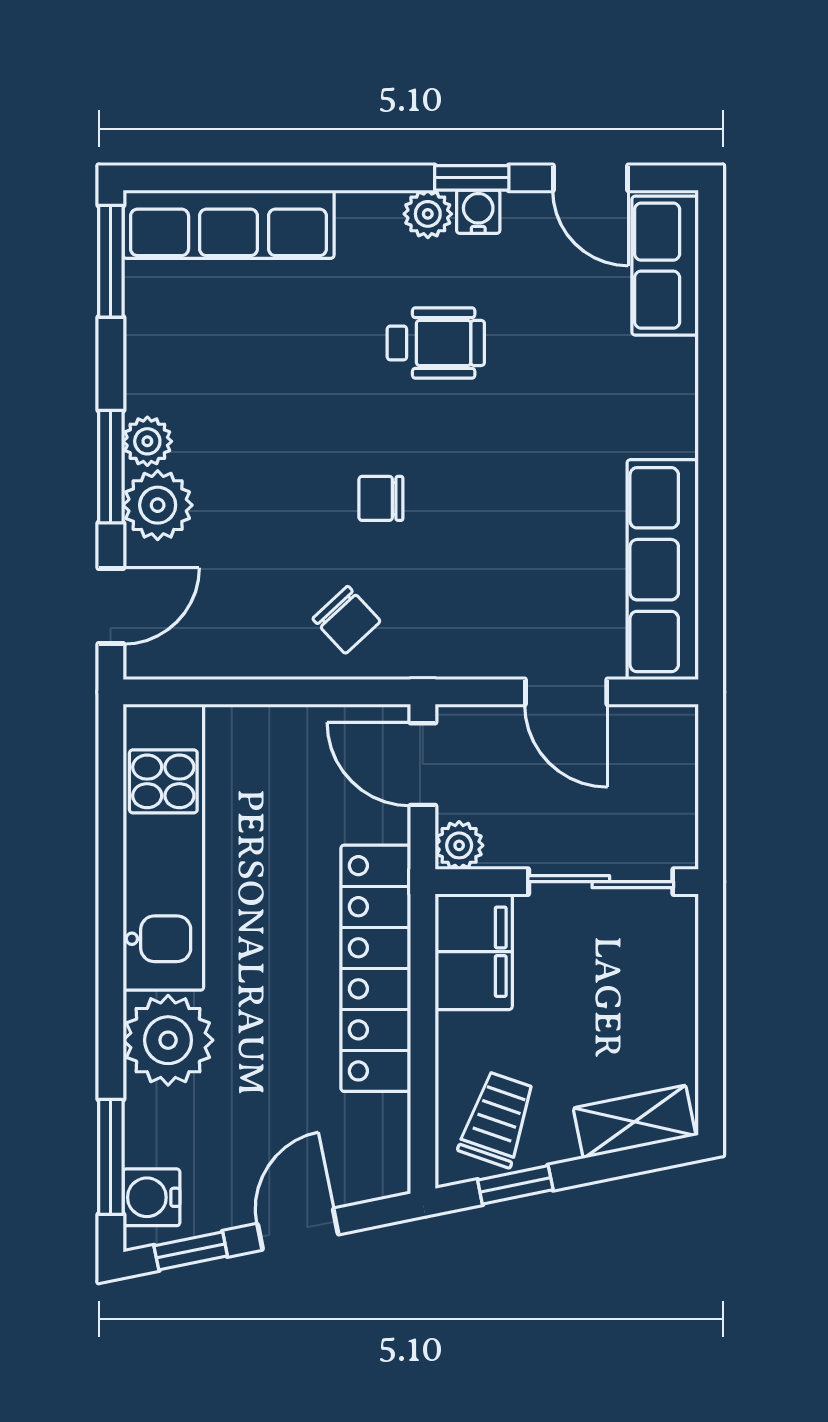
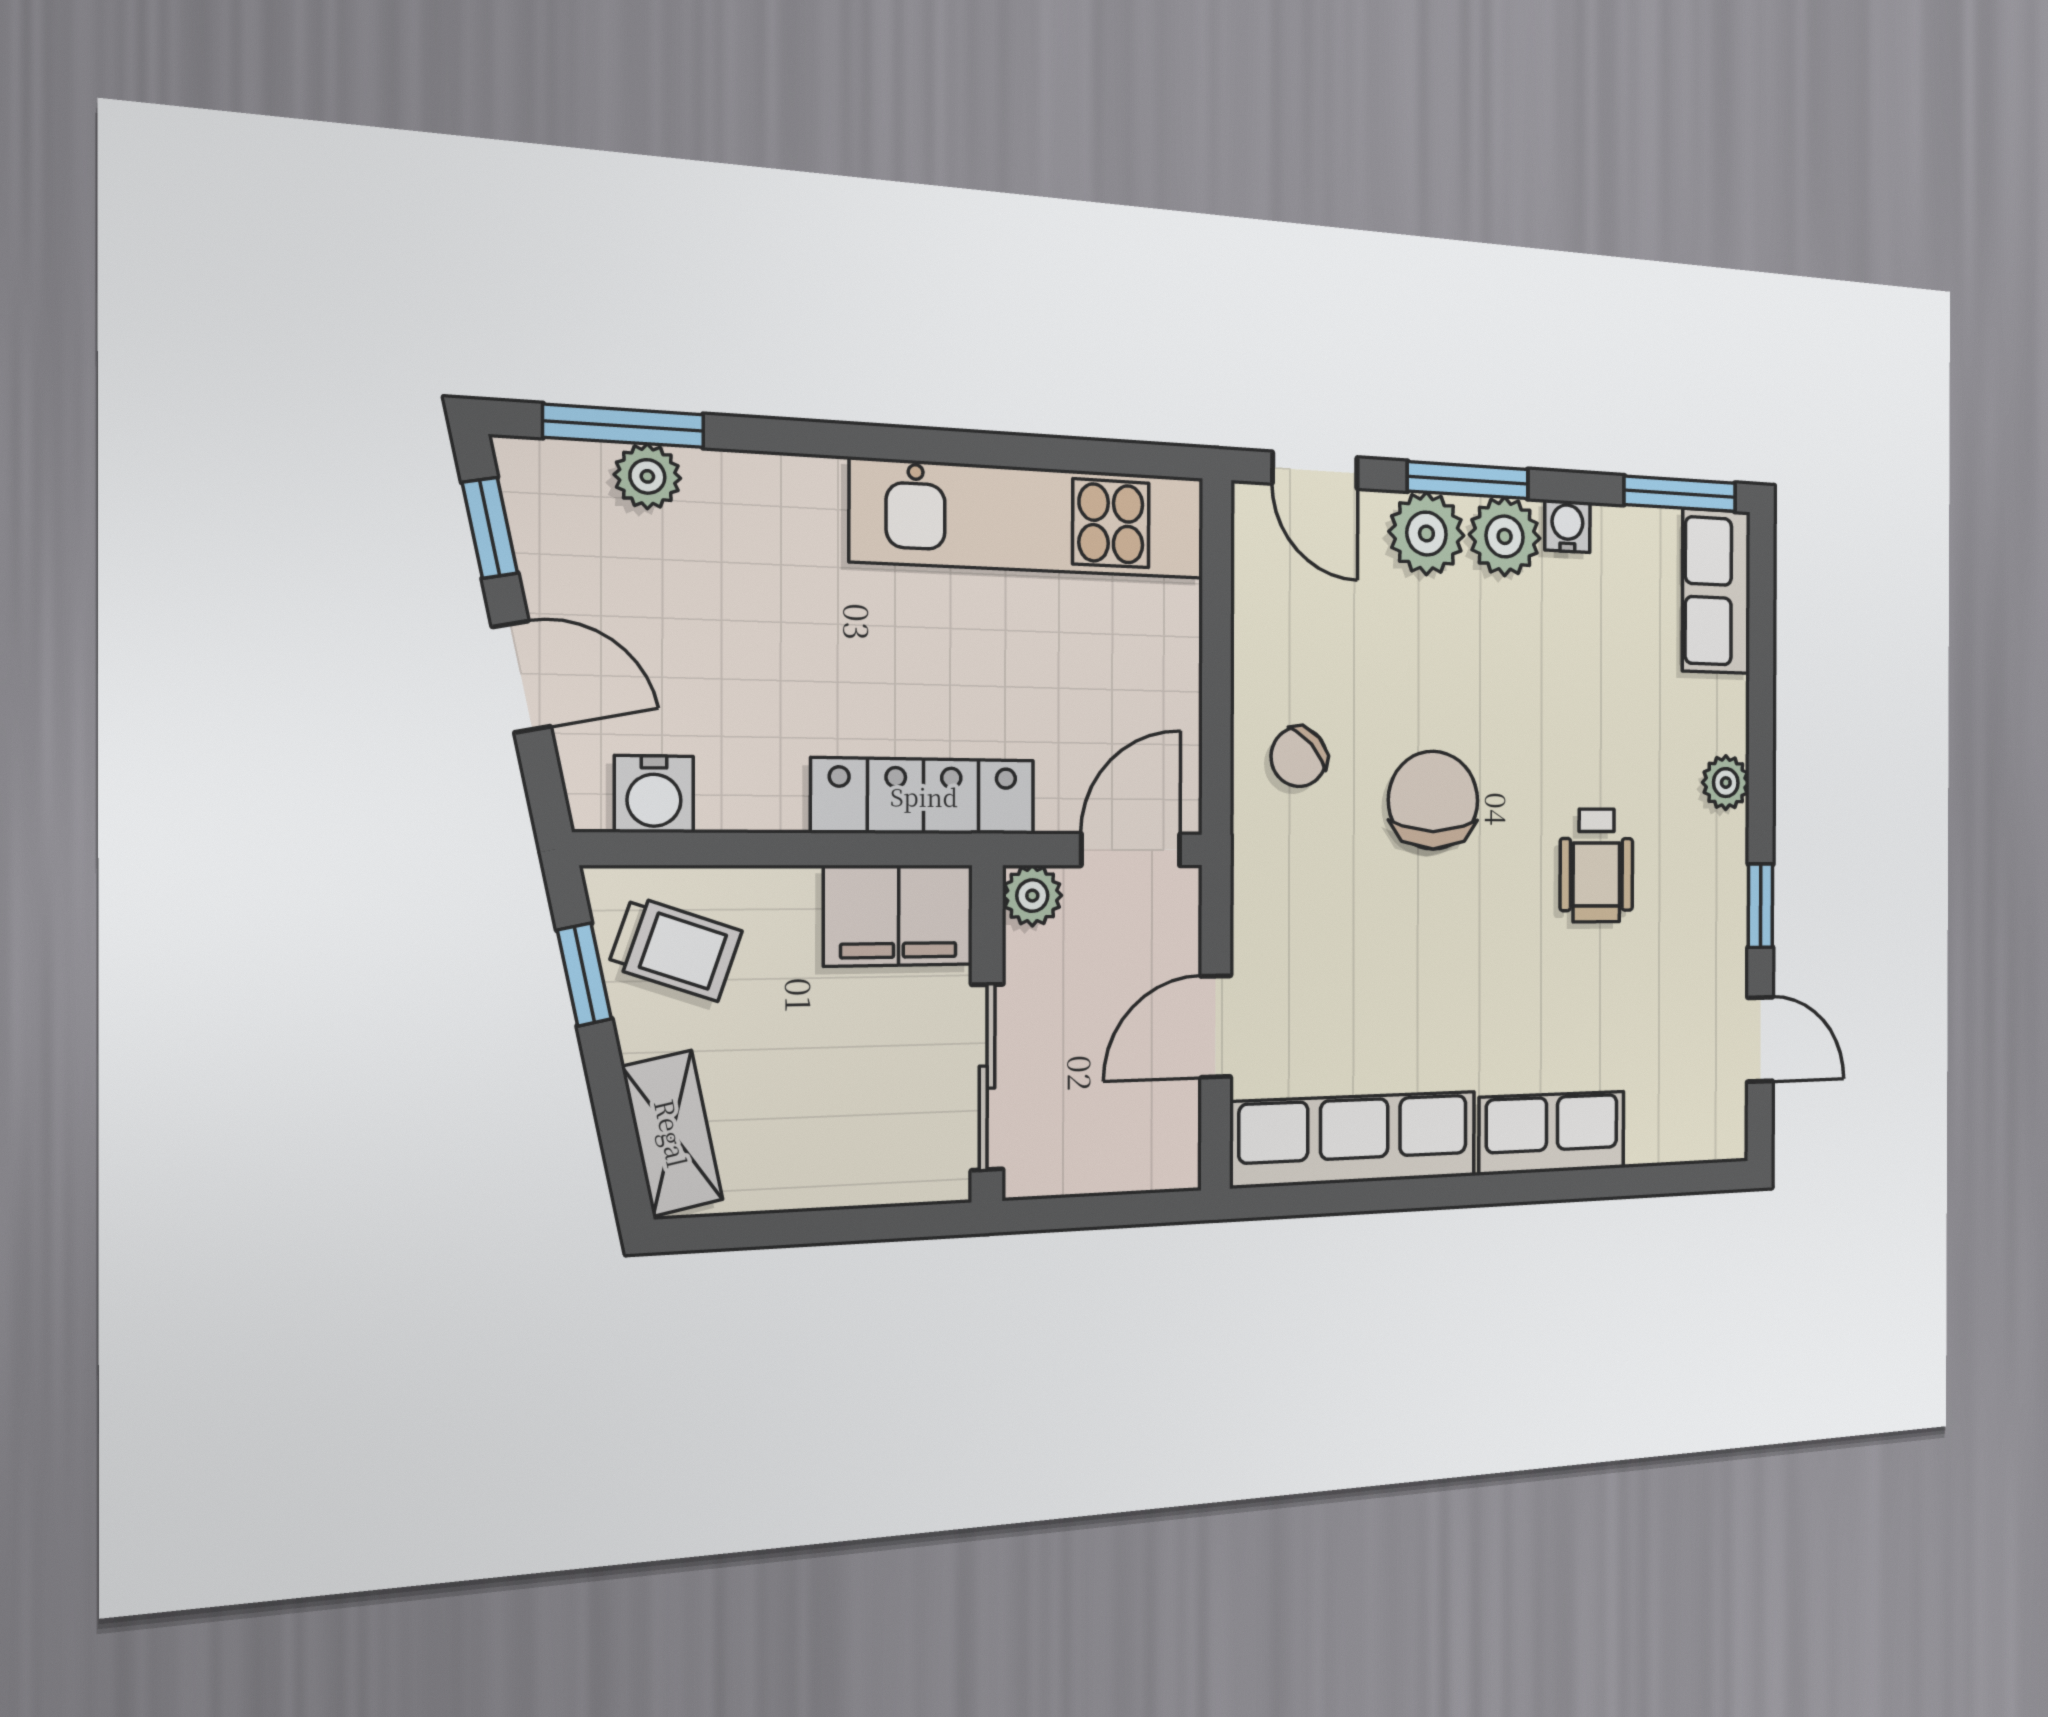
door: (591, 178) -> (1760, 1039), swing flipped
water cooler: (478, 212) -> (1567, 526), moved, turned -90
plant: (428, 214) -> (1726, 783), moved
row of seats: (229, 224) -> (1716, 591), width x0.68
row of seats: (665, 266) -> (1552, 1133), moved
plant: (147, 441) -> (1505, 536), width x1.38, depth x1.38
chair: (381, 498) -> (1433, 800), width x1.87, depth x1.87
locker: (376, 968) -> (924, 796), width x0.71, depth x0.83
plant: (168, 1040) -> (647, 476), moved, width x0.53, depth x0.53
water cooler: (151, 1197) -> (654, 794), moved, turned 180

